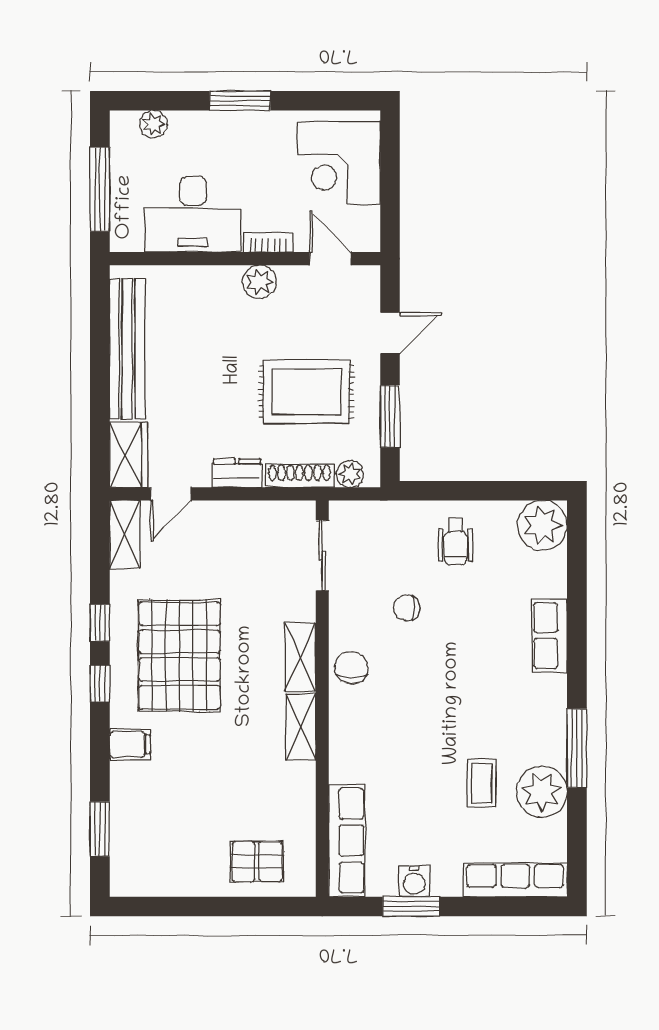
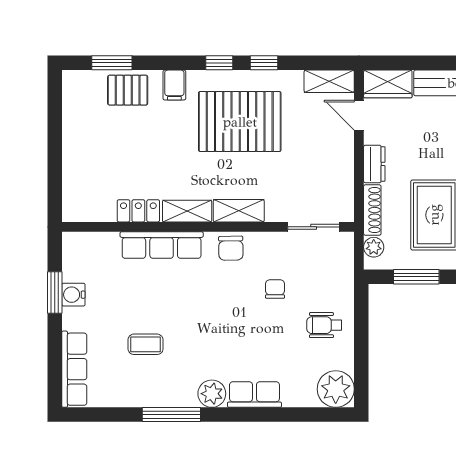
chair: (351, 668) -> (231, 248), turned 89
plant: (542, 792) -> (212, 394), moved, width x0.73, depth x0.73
locker: (301, 793) -> (138, 211), added
row of seats: (347, 840) -> (162, 245), moved
pallet: (257, 862) -> (128, 90), moved, turned 90

